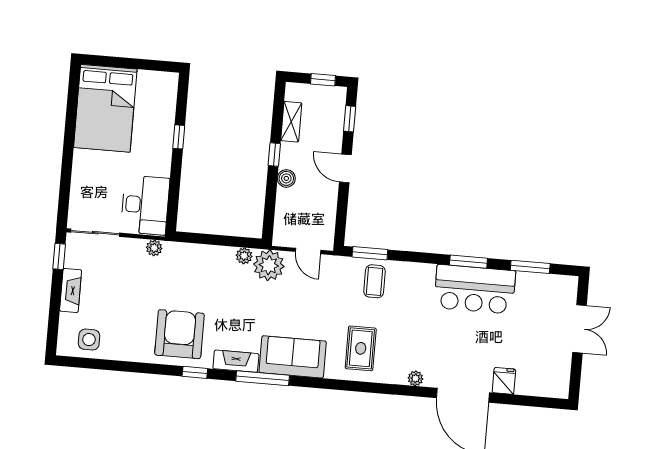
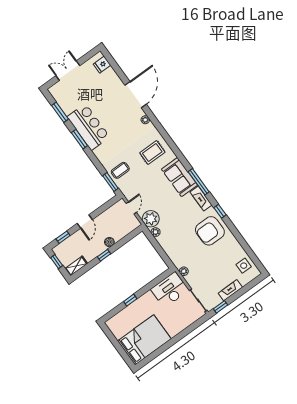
shelving: (291, 122) -> (76, 266), moved
fridge: (504, 381) -> (102, 65), moved

